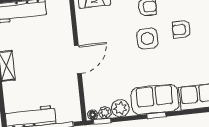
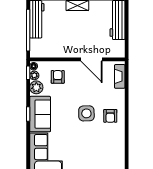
armchair: (181, 29) -> (58, 77), moved
door: (78, 59) -> (92, 59), moved

